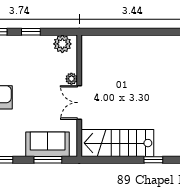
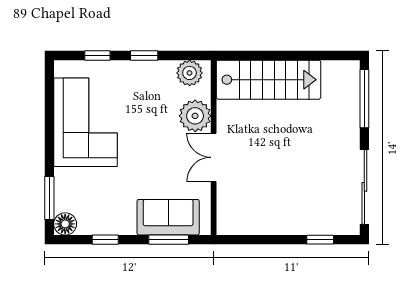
plant: (71, 79) -> (195, 116), width x1.88, depth x1.88
stairs: (117, 143) -> (268, 80), moved, turned 180

